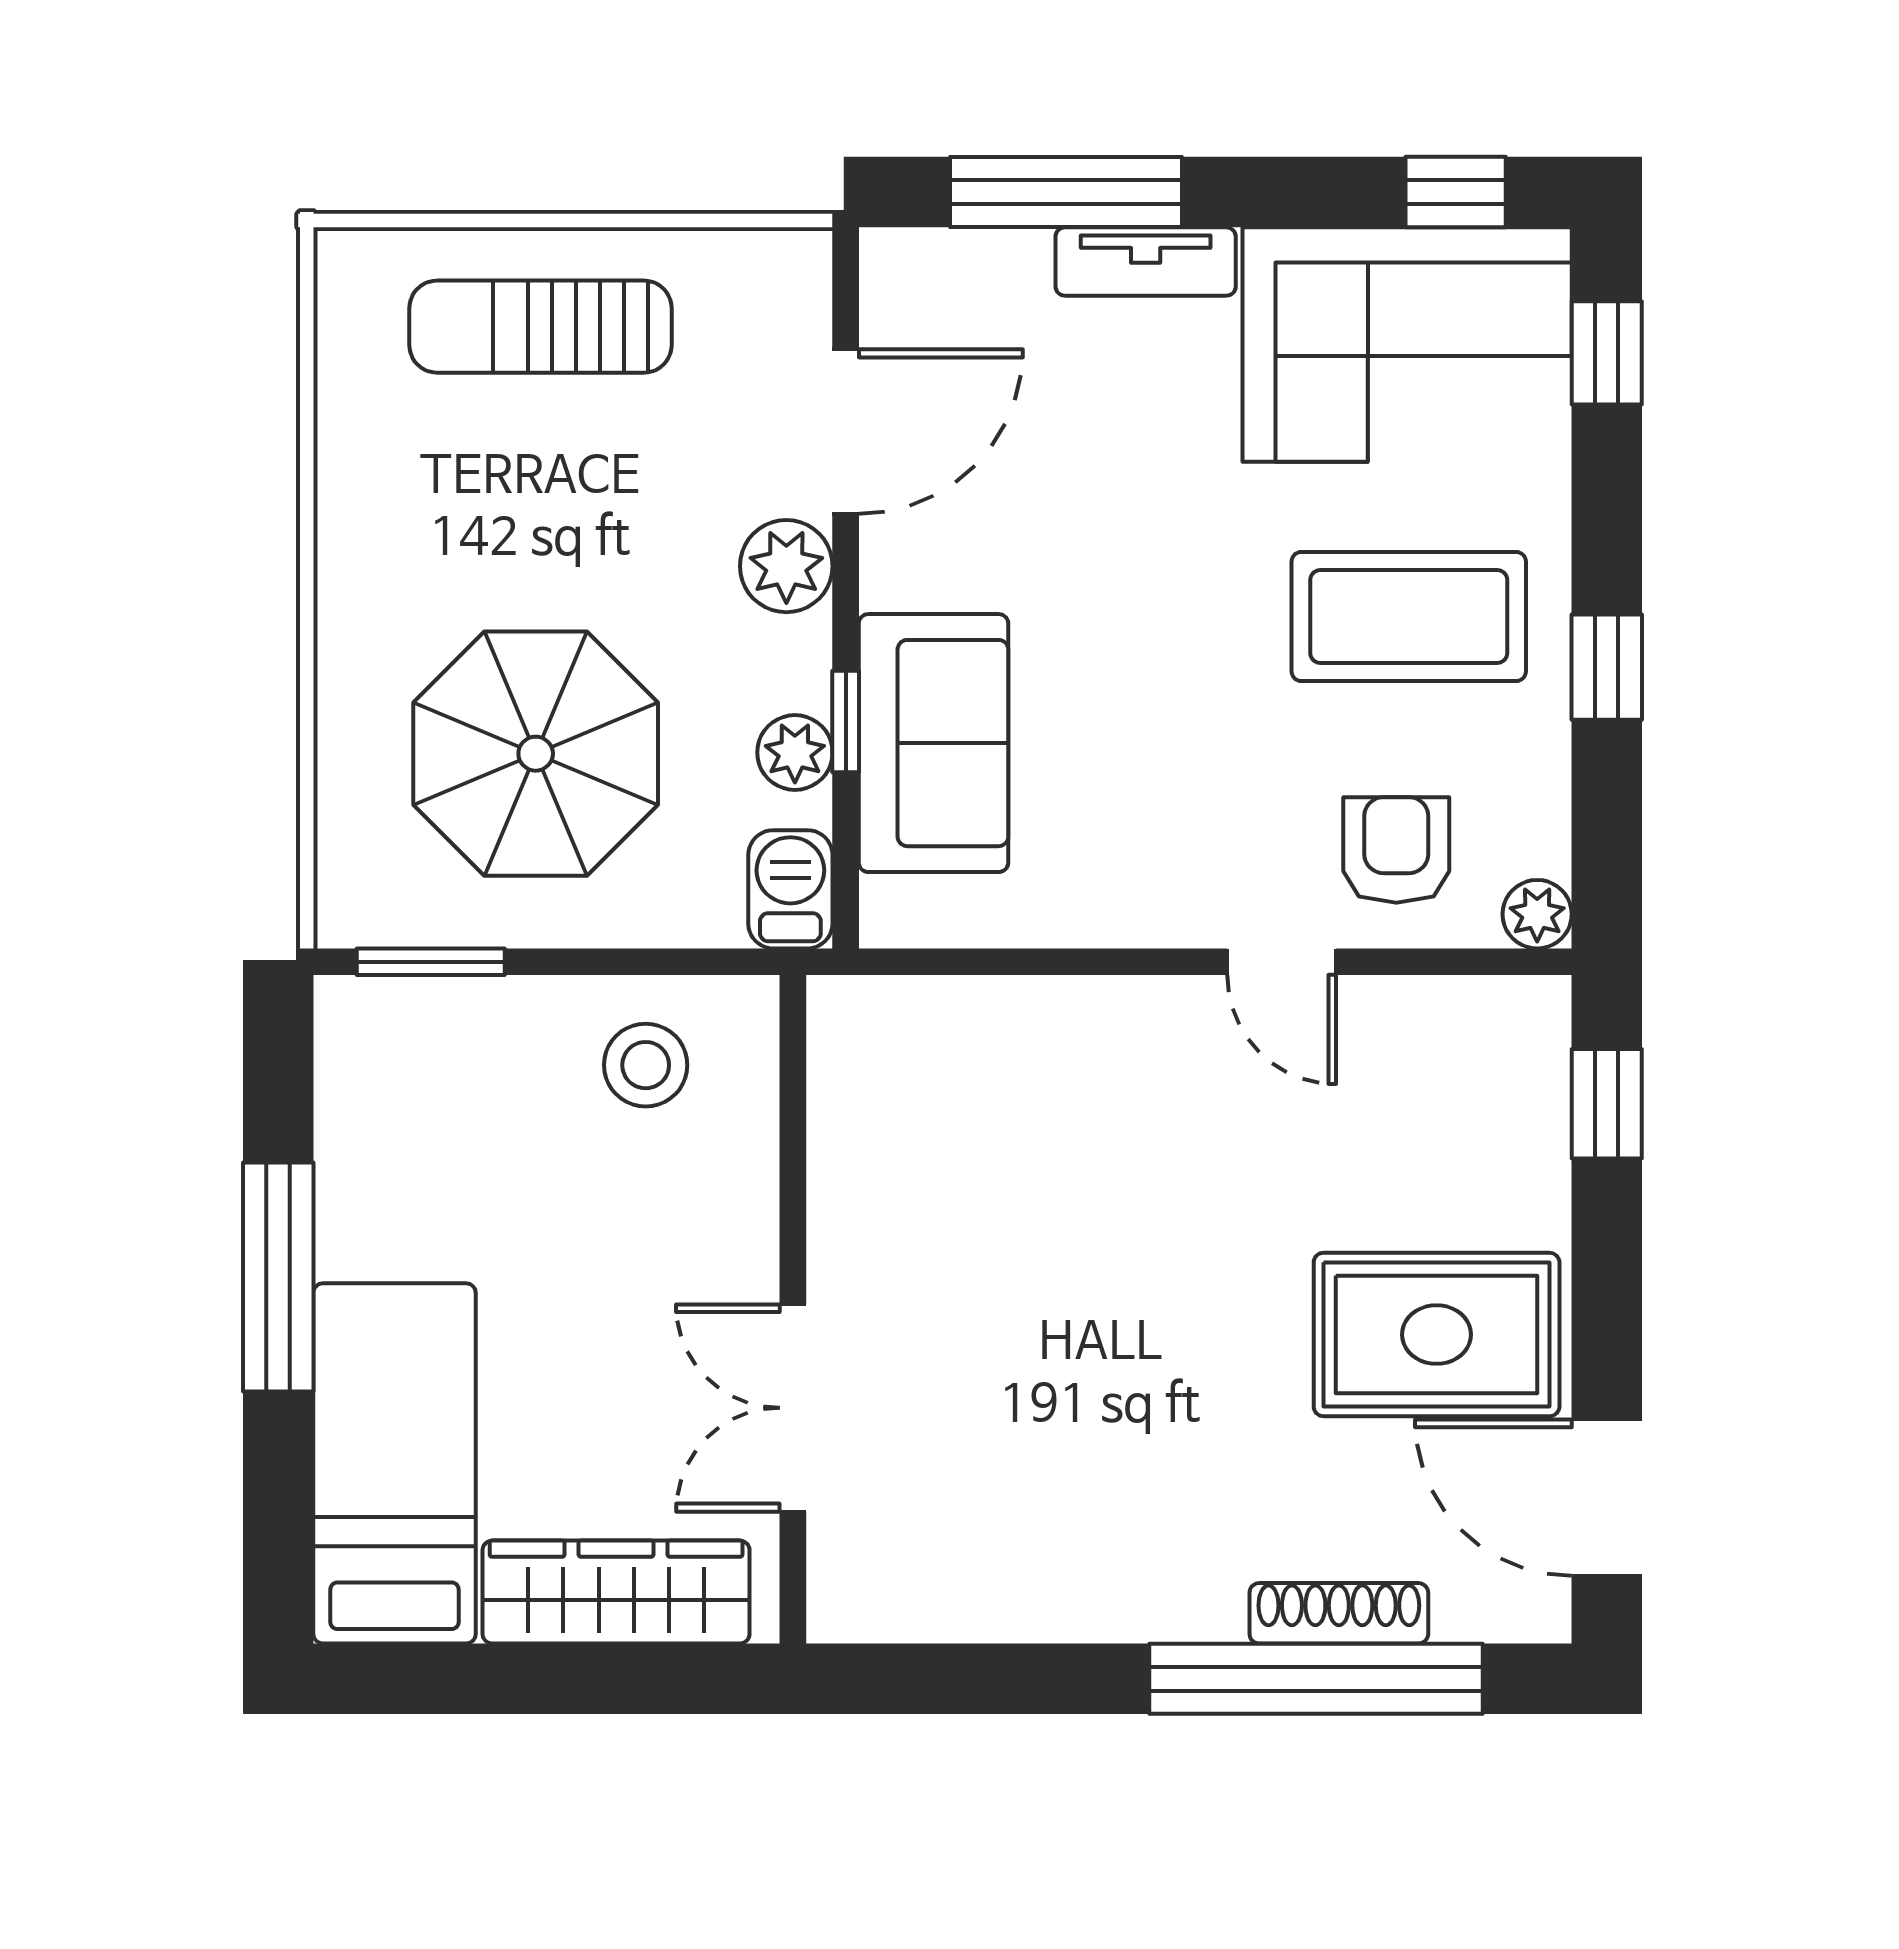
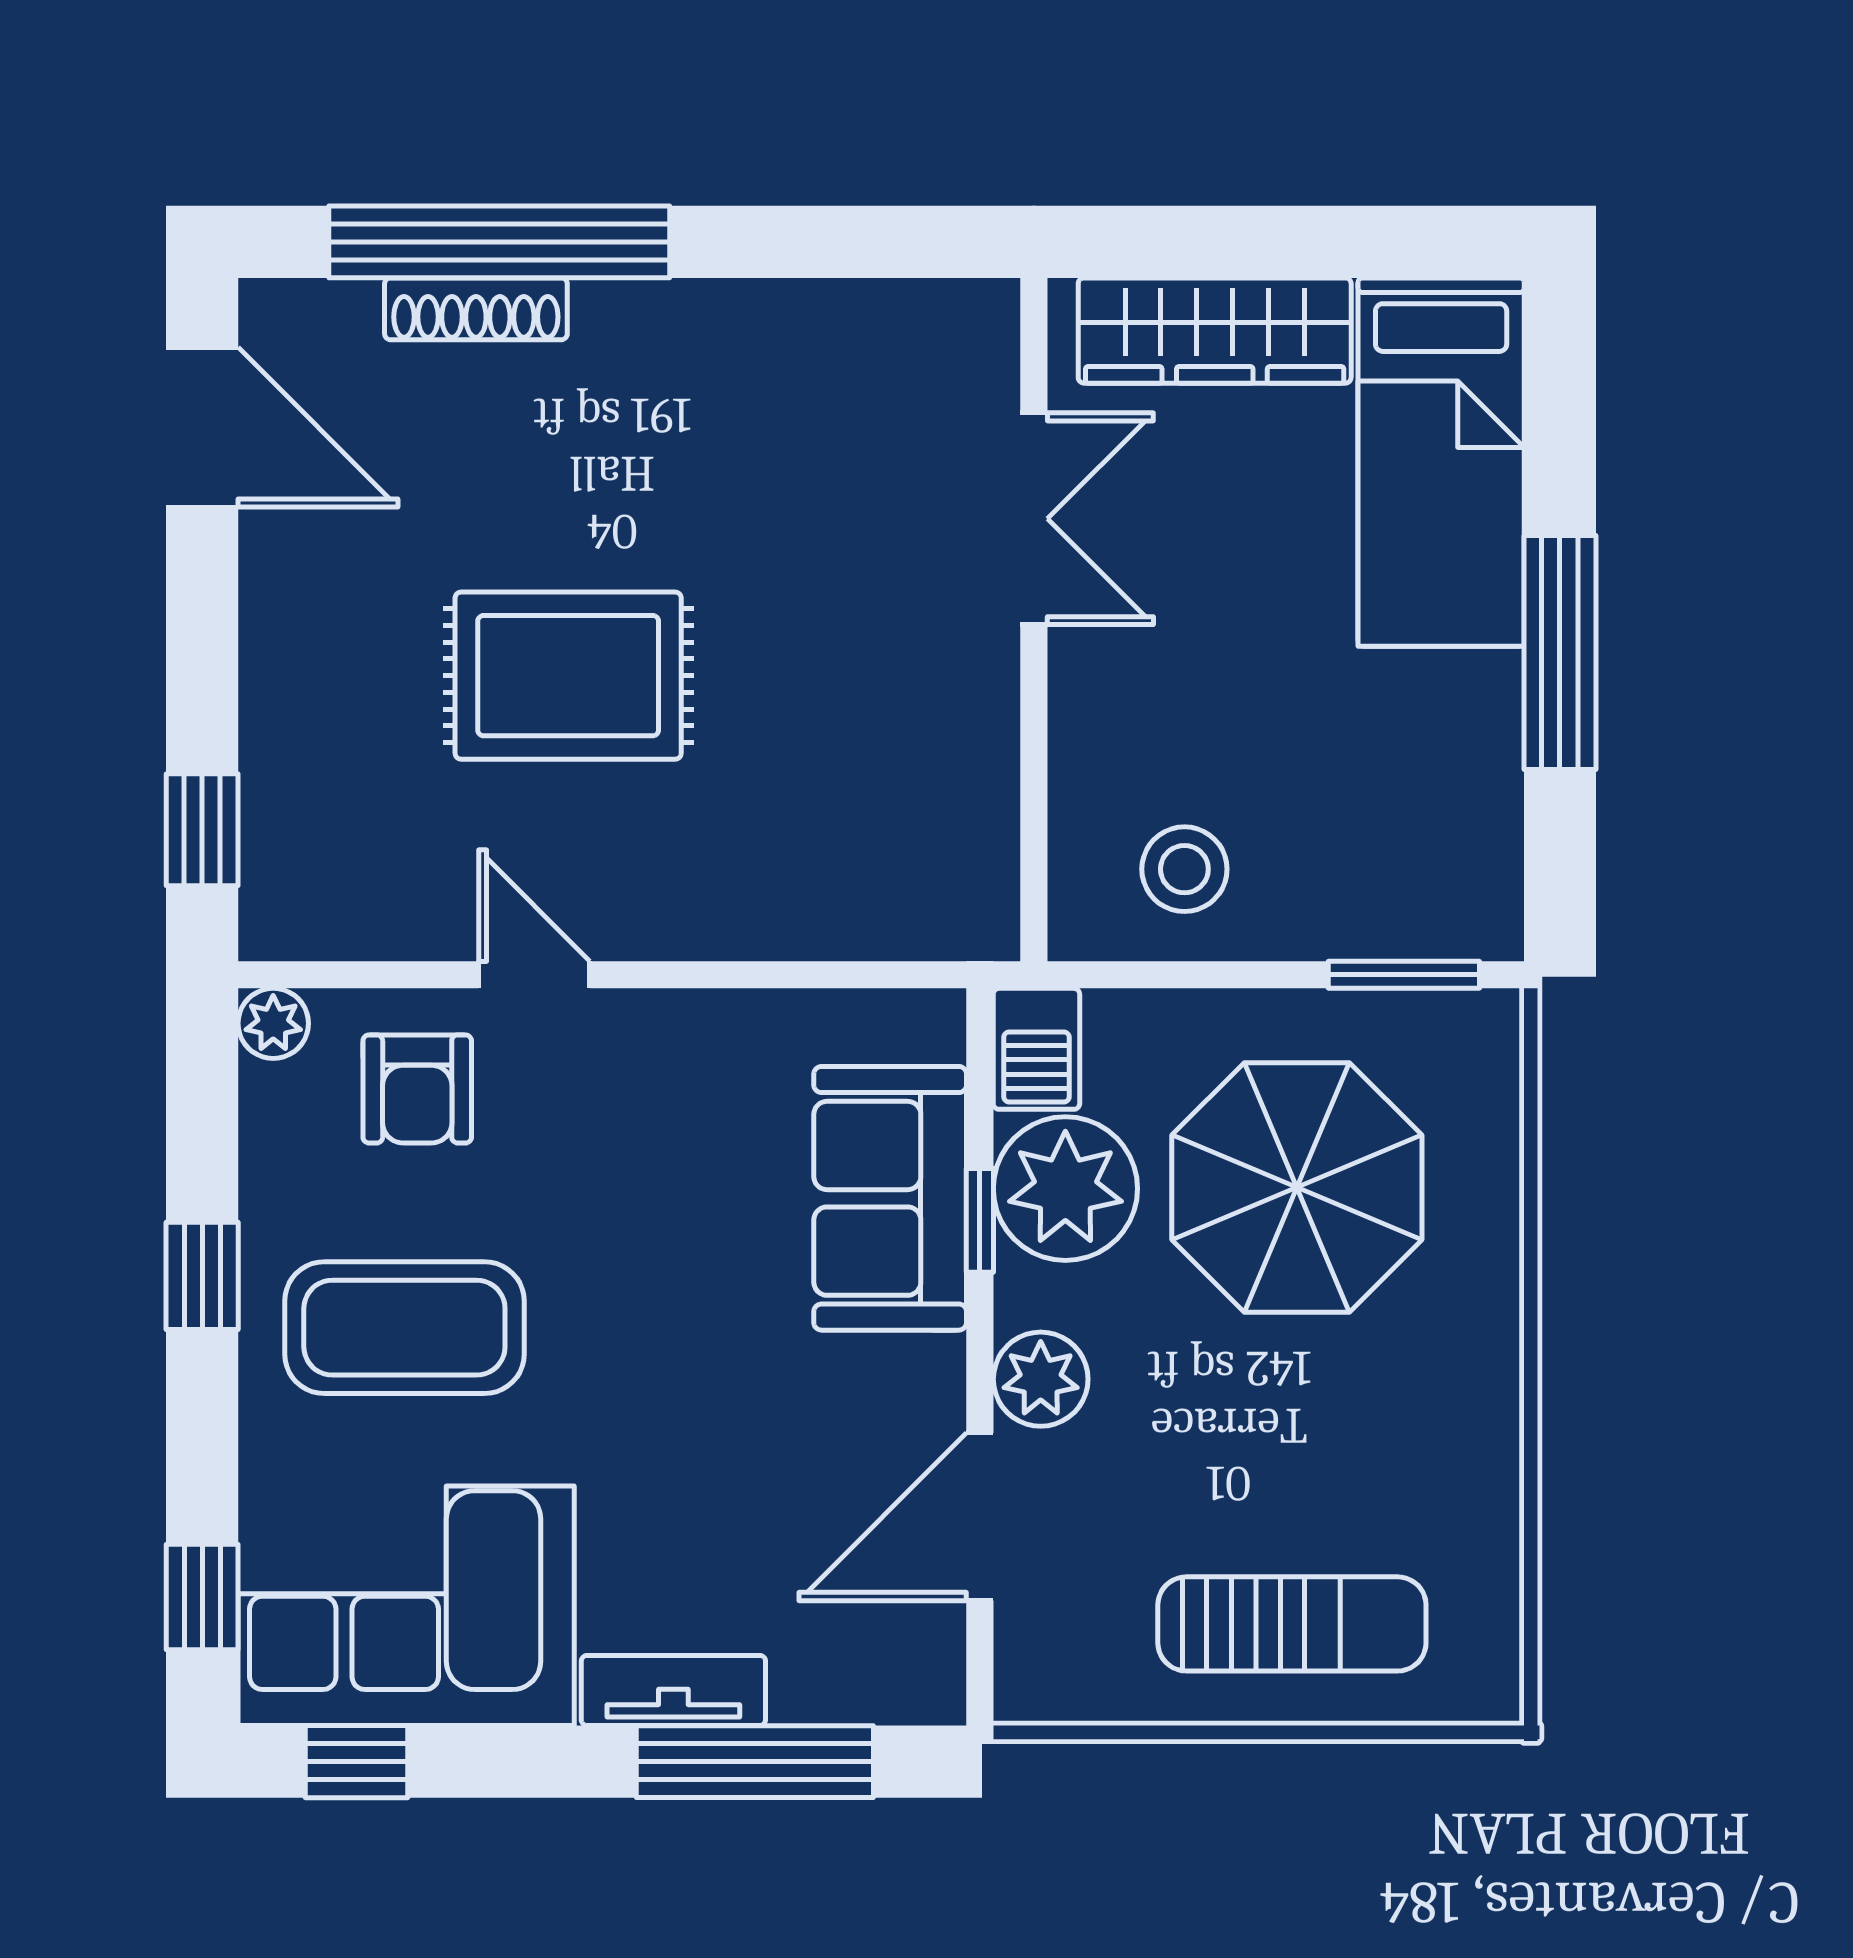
plant: (795, 753) -> (1065, 1189), width x1.88, depth x1.88
rug: (1437, 1335) -> (568, 676), moved

